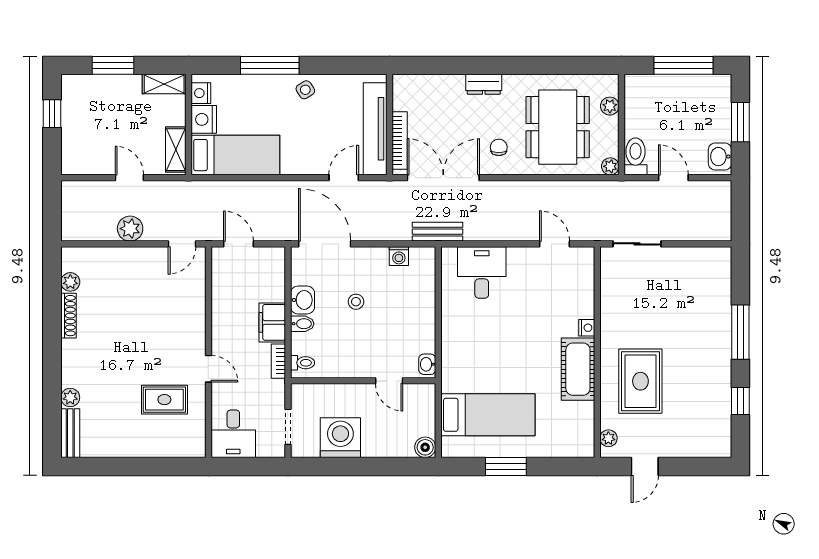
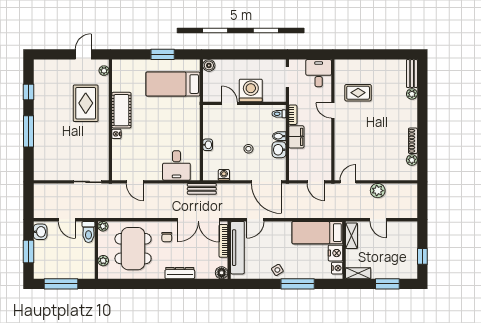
dresser: (484, 84) -> (180, 273), width x1.44
floor lamp: (403, 85) -> (222, 273), added
washbasin: (427, 364) -> (208, 145), moved
washing machine: (340, 438) -> (251, 91), moved, turned 180

